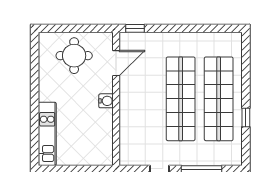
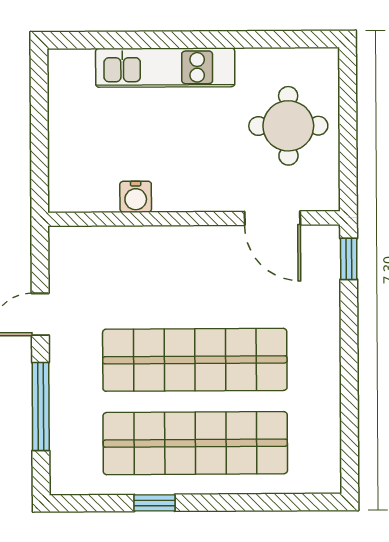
water cooler: (106, 101) -> (136, 197), moved
kitchen unit: (47, 134) -> (165, 68), moved

